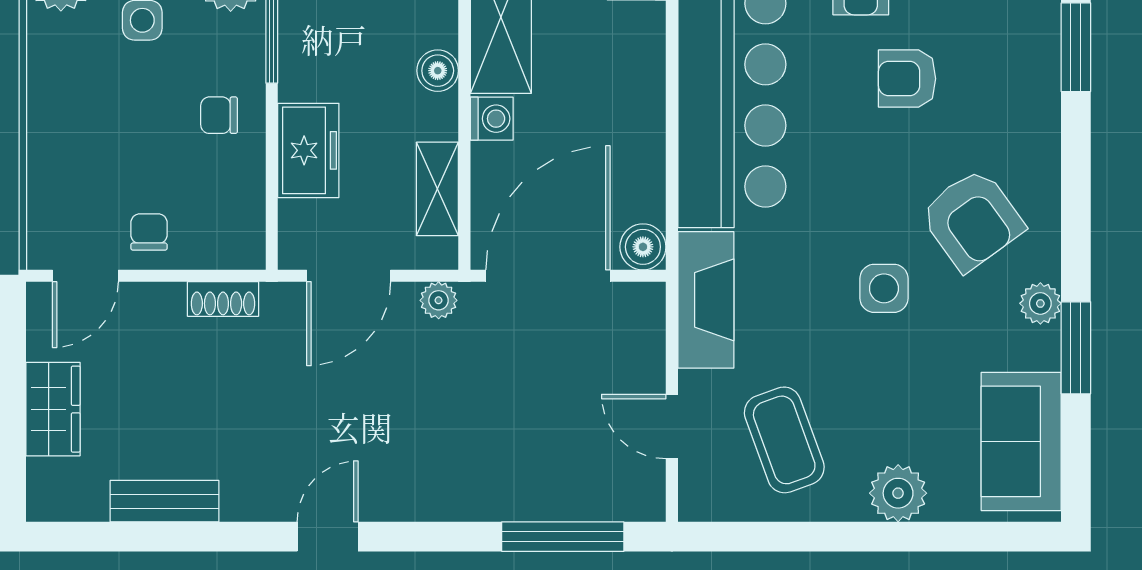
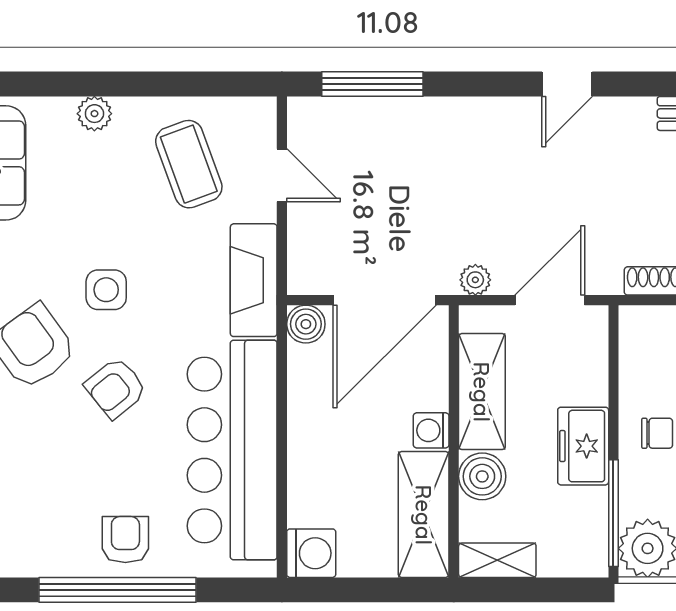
boiler: (438, 71) -> (482, 476), width x1.36, depth x1.36
armchair: (907, 79) -> (116, 388), moved, turned 141
freezer: (308, 150) -> (583, 446), moved
shelving: (437, 189) -> (482, 392), width x1.50, depth x1.33
plant: (898, 493) -> (94, 114), width x0.73, depth x0.73

